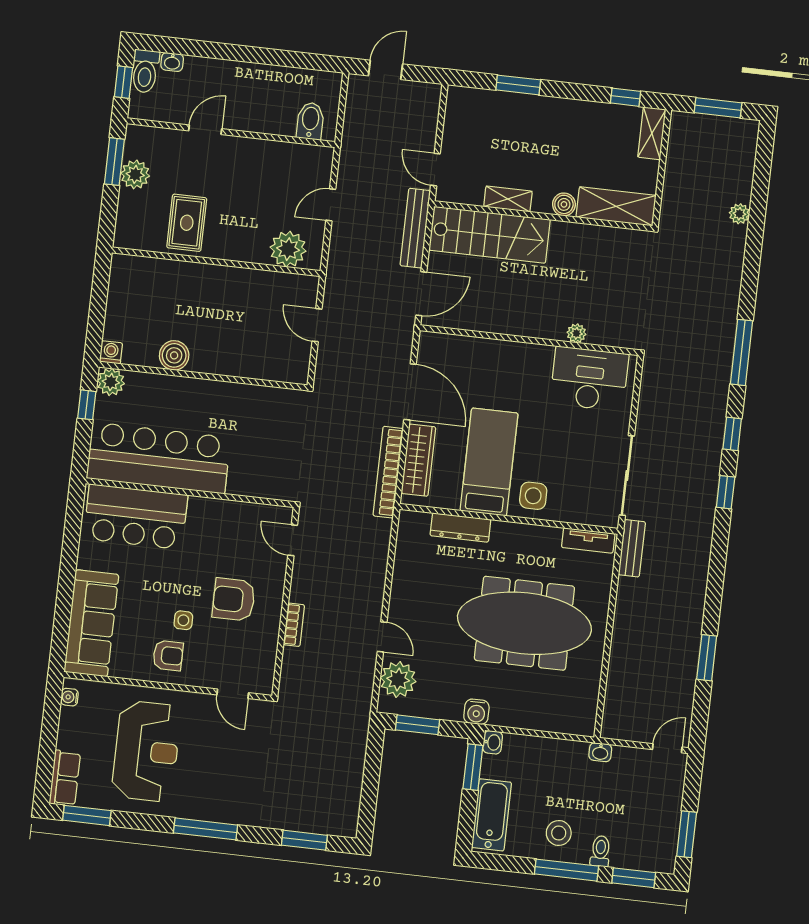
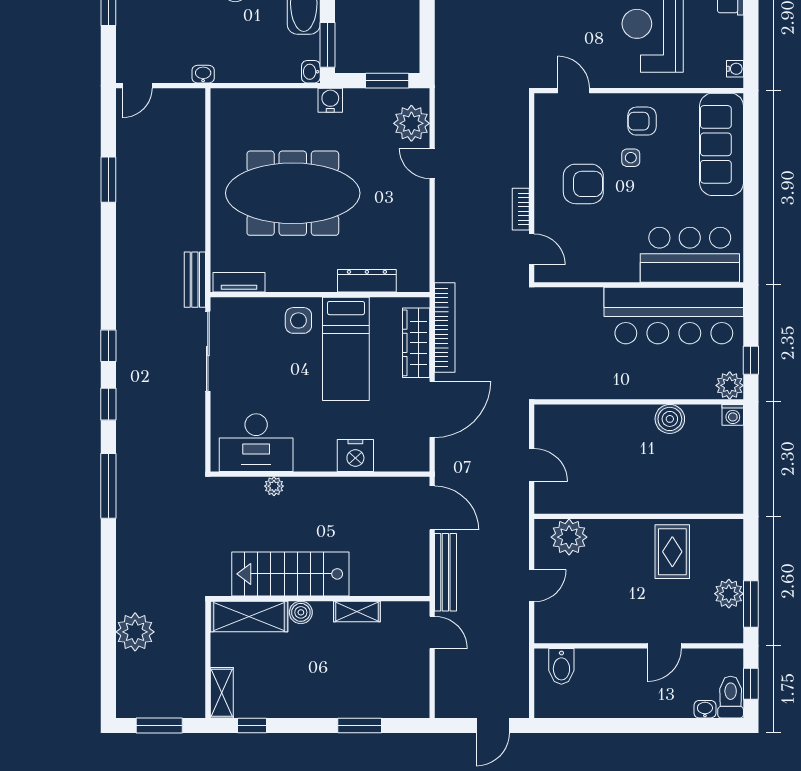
plant: (739, 214) -> (135, 632), width x1.88, depth x1.88
stairs: (490, 235) -> (290, 574), moved
door: (421, 294) -> (432, 508), swing flipped
nightstand: (492, 355) -> (355, 455), added
door: (410, 392) -> (432, 409), swing flipped
bookcase: (294, 625) -> (521, 209), moved

